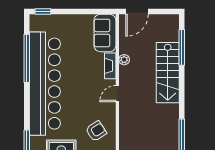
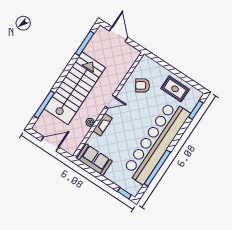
door: (137, 12) -> (50, 144), moved
sofa: (105, 33) -> (94, 160), moved, turned -90
stairs: (168, 73) -> (75, 88), width x1.36, depth x1.51

